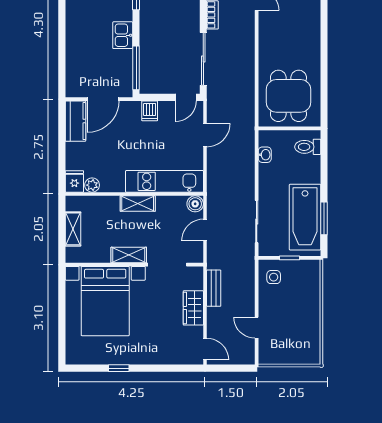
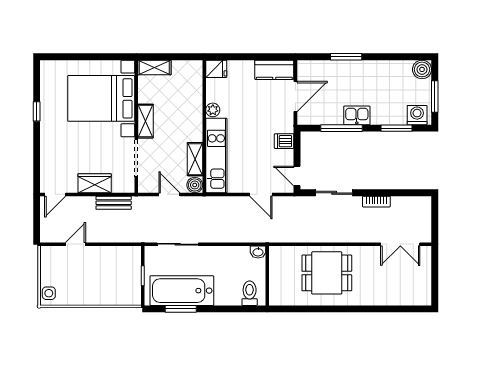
window: (62, 46) -> (346, 57), added
sliding door: (203, 59) -> (334, 193), width x0.73
window: (136, 68) -> (342, 128), moved
dining table: (288, 96) -> (327, 273), moved
door: (103, 99) -> (295, 97), swing flipped
washbasin: (265, 155) -> (258, 252), moved
plant: (92, 185) -> (213, 110), moved
shelving: (138, 204) -> (195, 159), moved
shelving: (73, 229) -> (154, 68), moved
side table: (274, 277) -> (49, 293), moved

